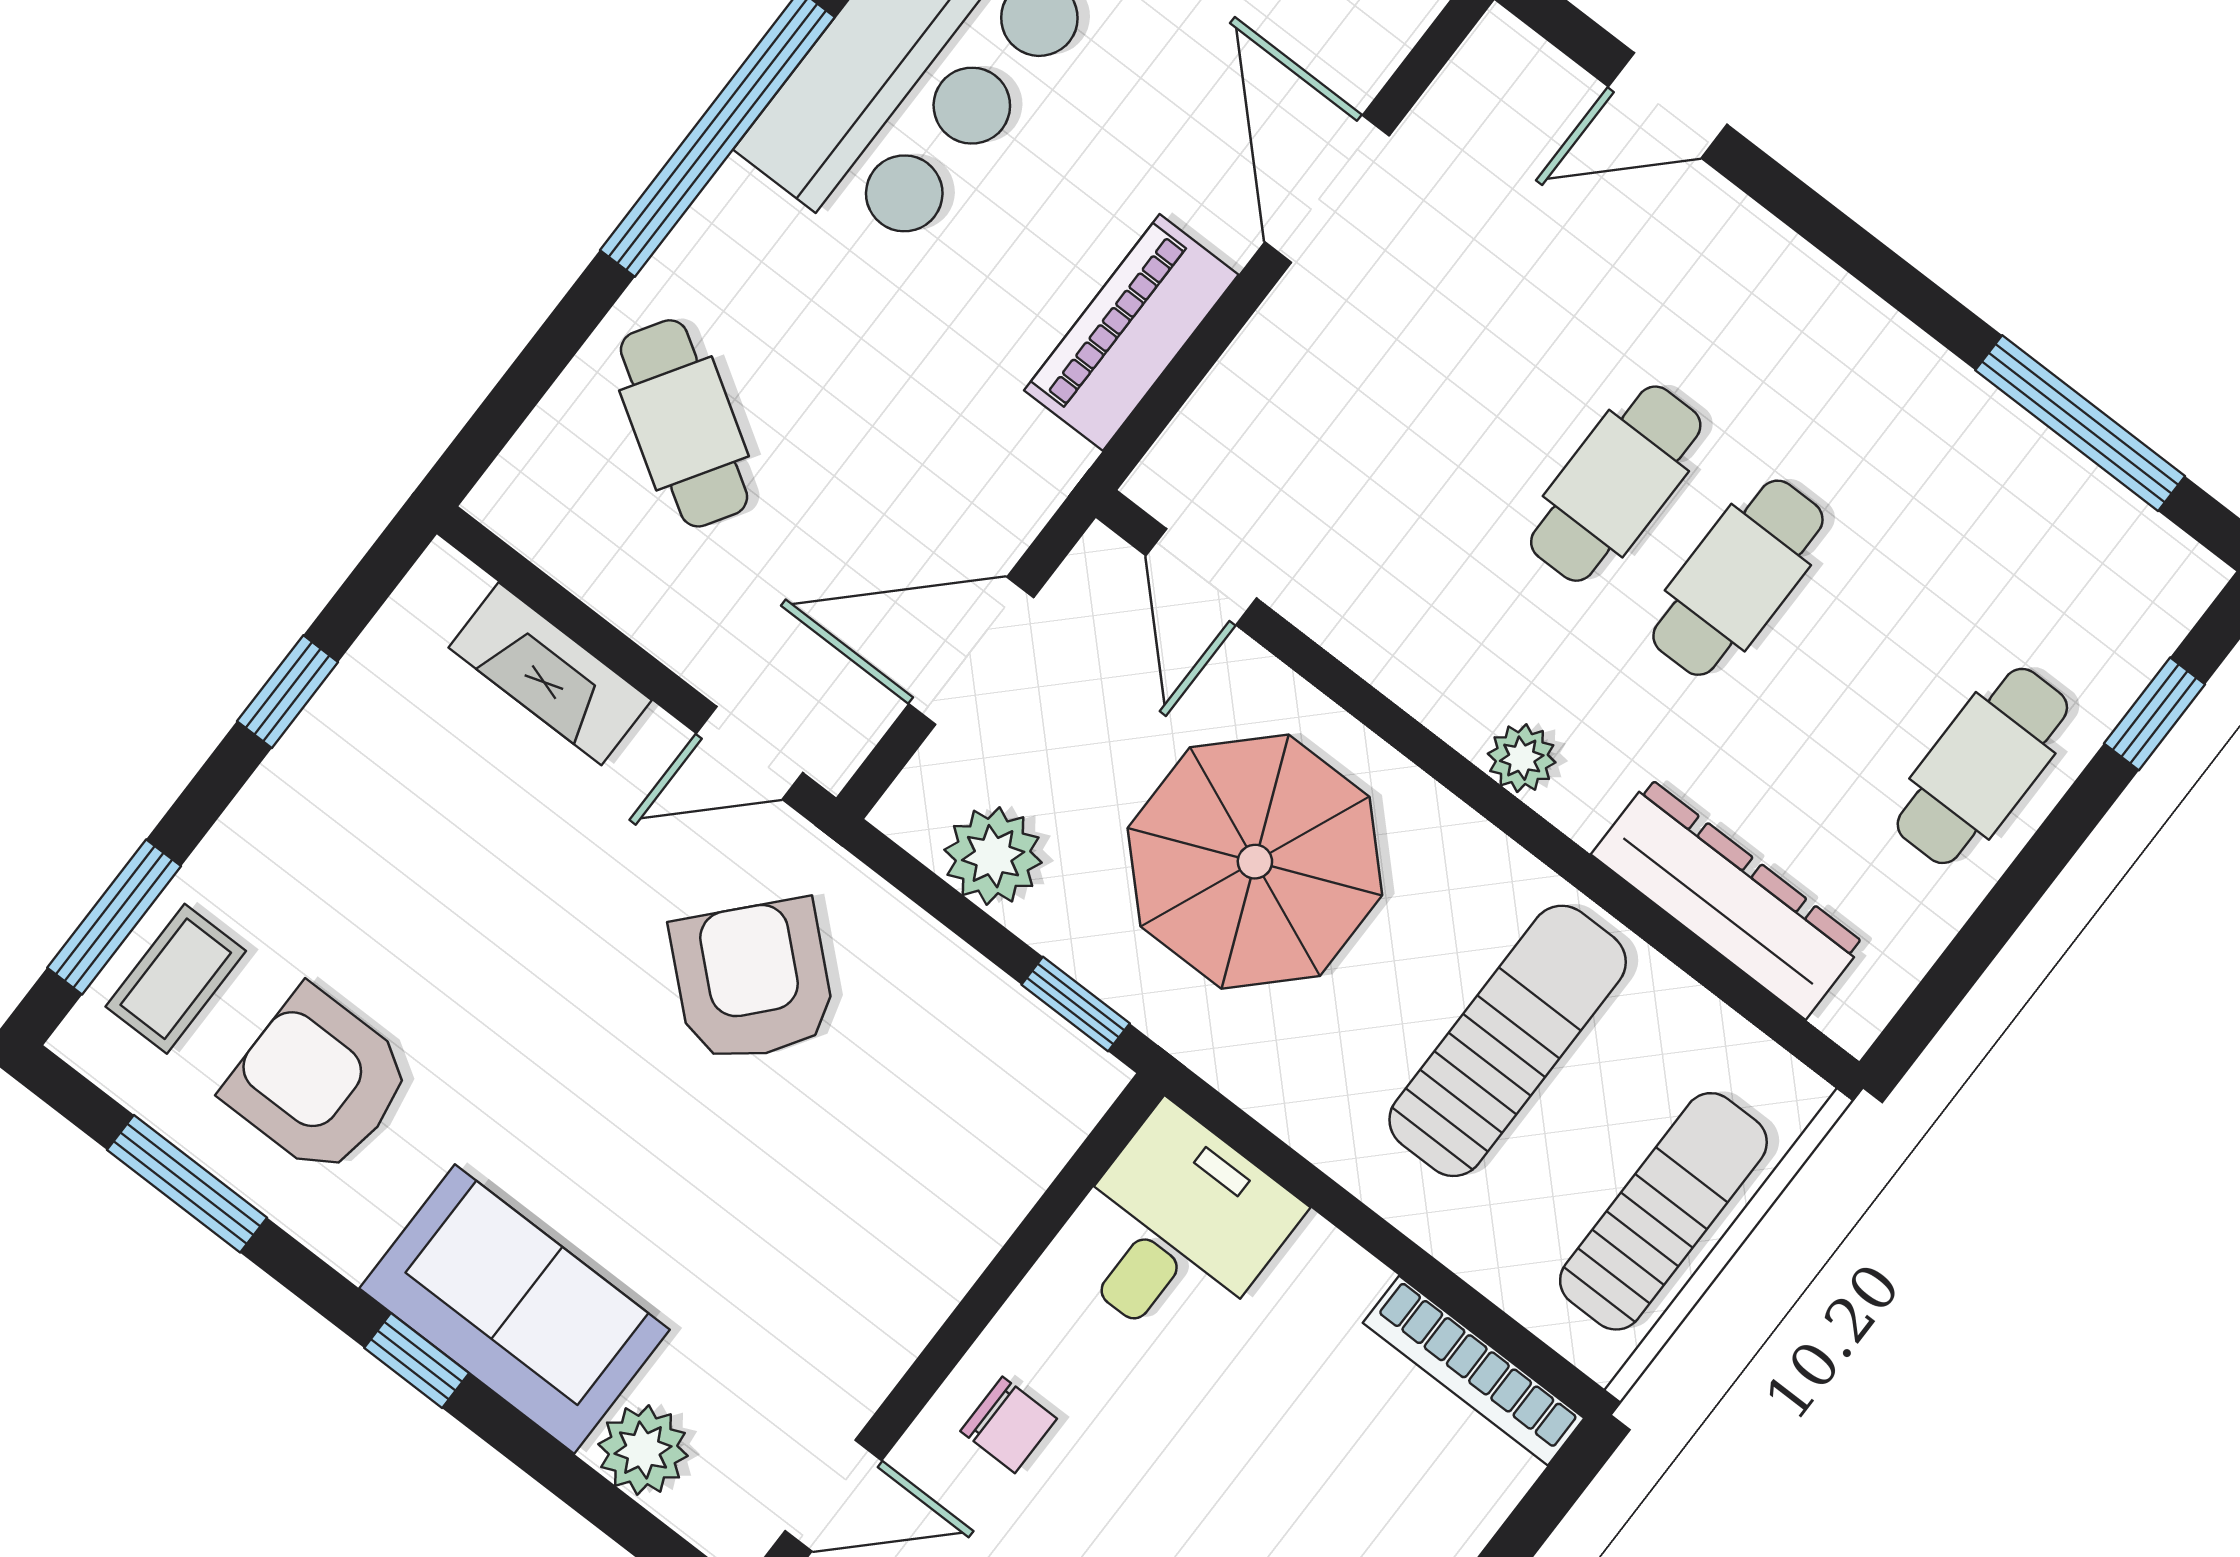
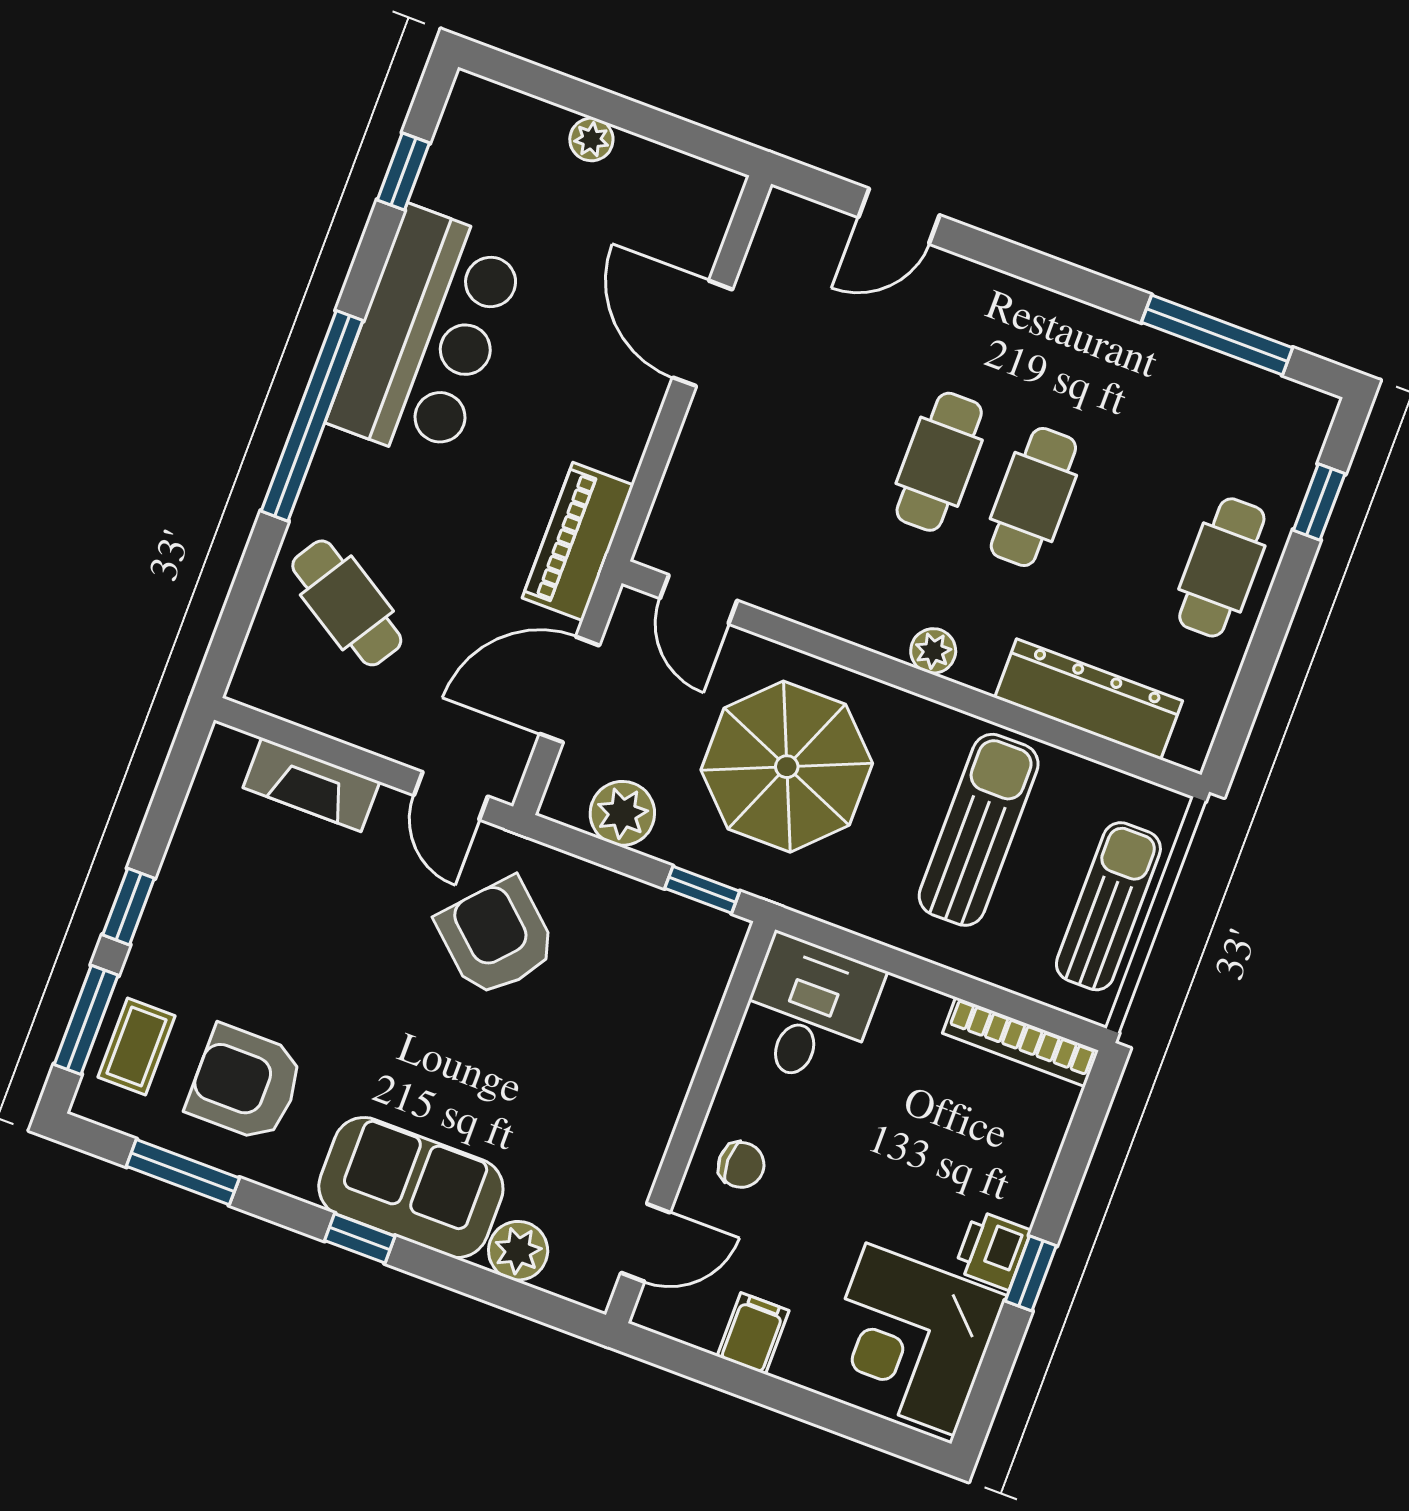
piano: (1131, 332) -> (578, 542), moved
window: (288, 692) -> (129, 907), moved
door: (750, 753) -> (451, 796), hinge flipped

